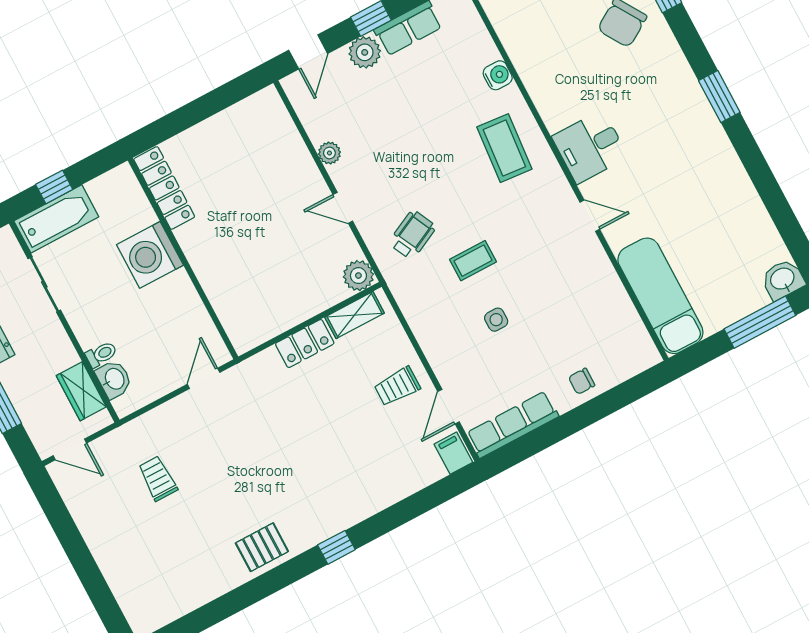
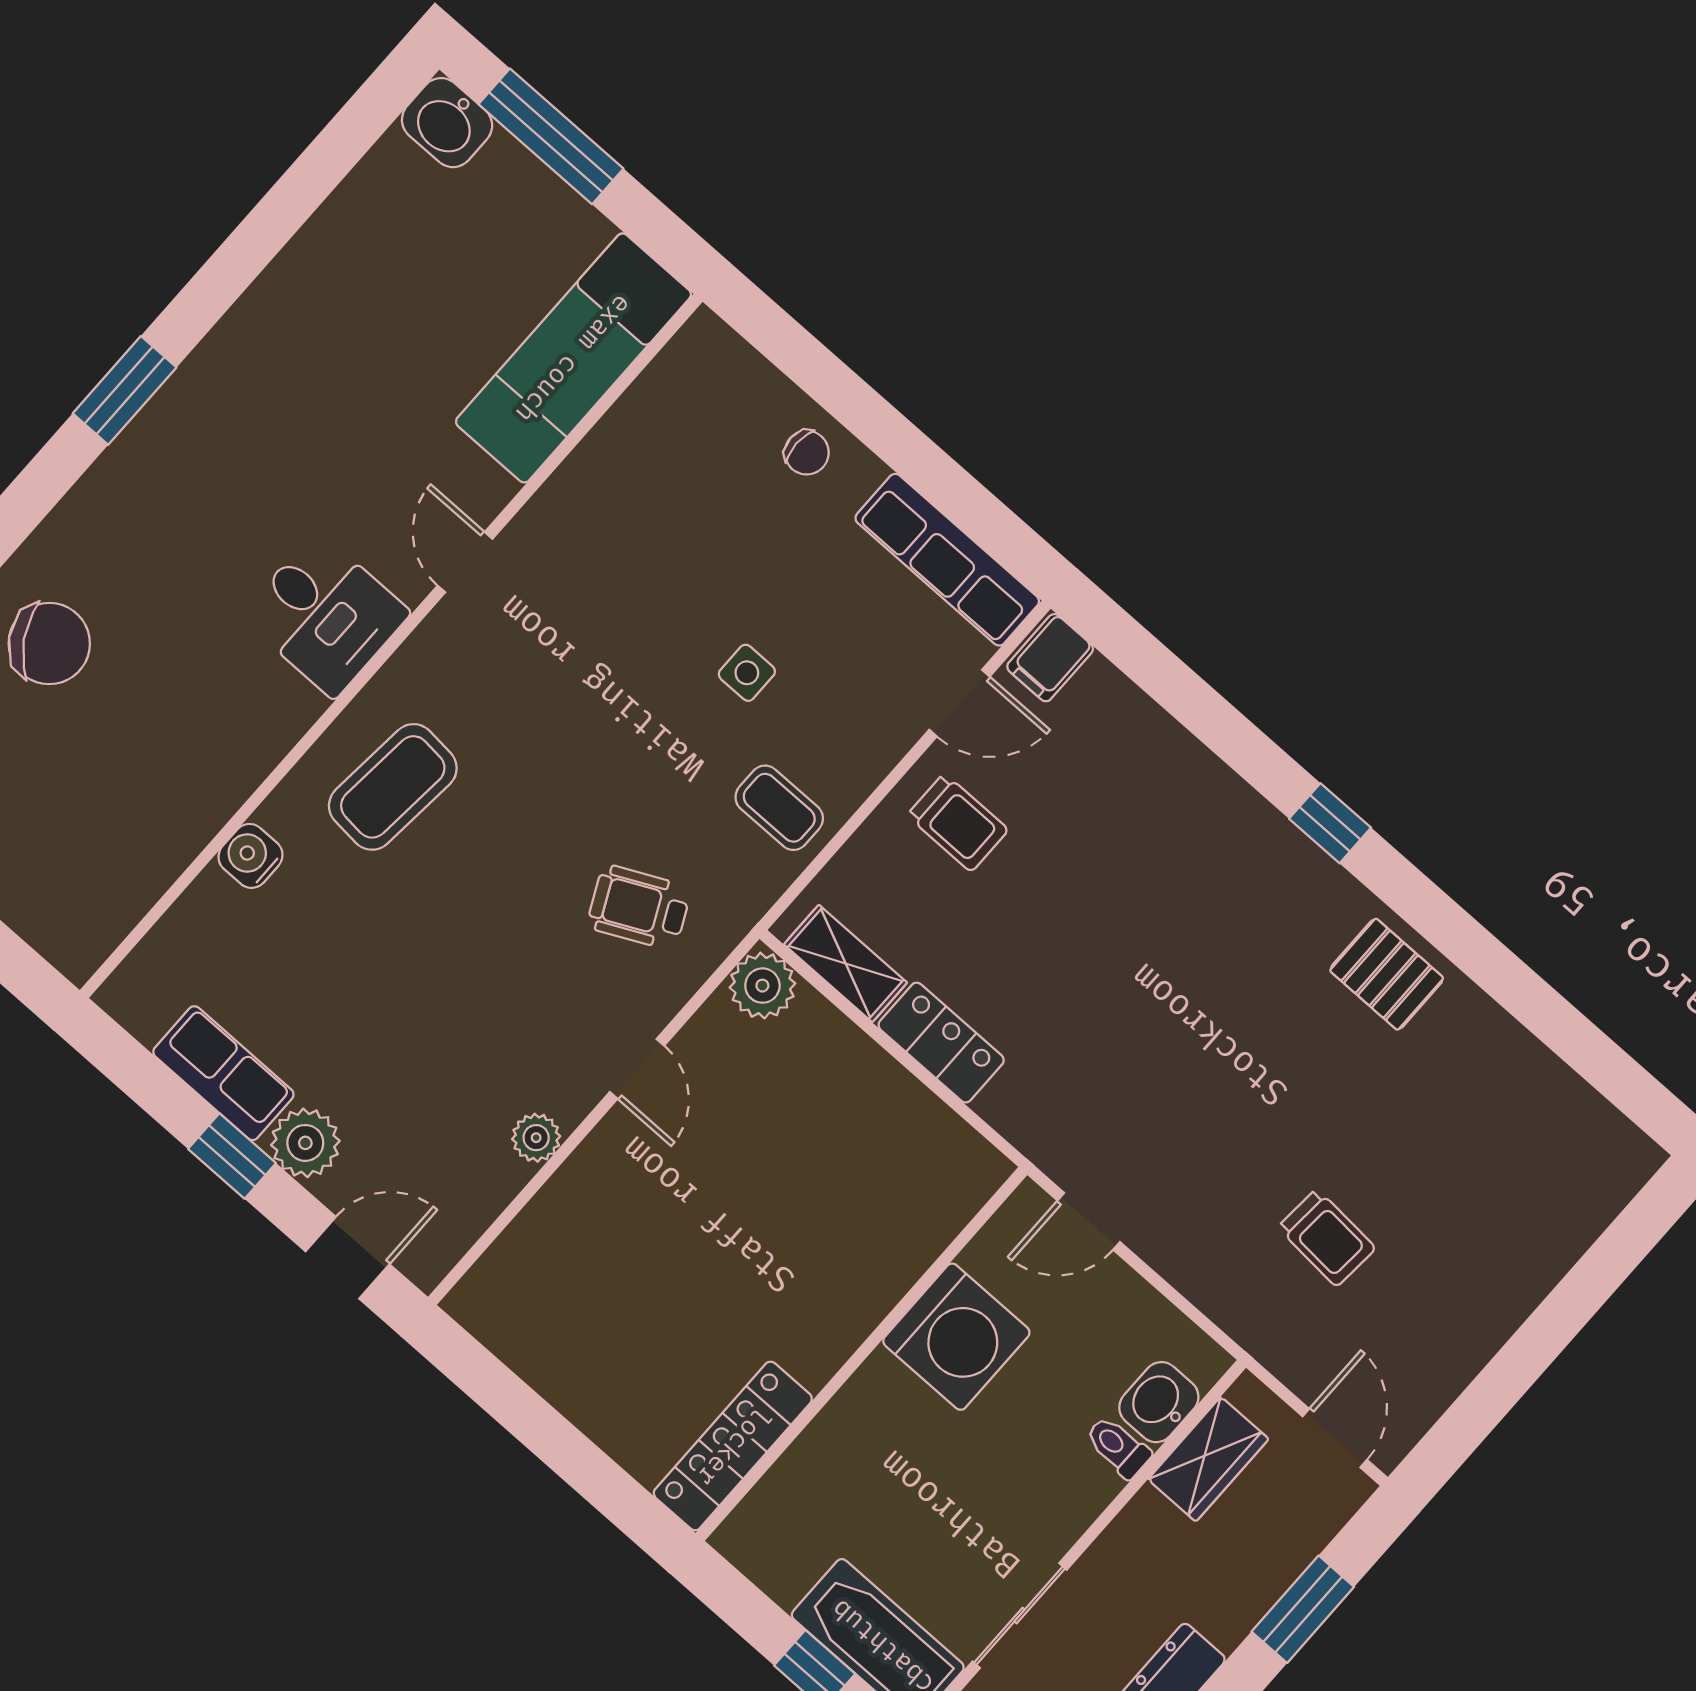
washing machine: (150, 255) -> (956, 1337), moved
coffee table: (473, 261) -> (779, 808), moved
trolley: (158, 478) -> (1327, 1238), turned -86

